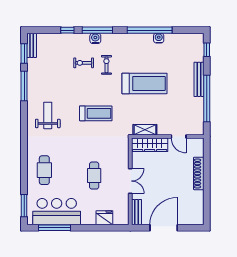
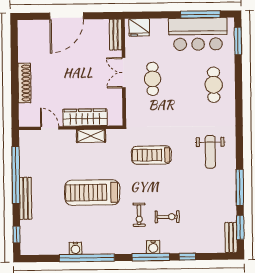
double door: (130, 181) -> (124, 73), moved
wall: (130, 181) -> (124, 72), moved
bench: (137, 212) -> (116, 35), moved

